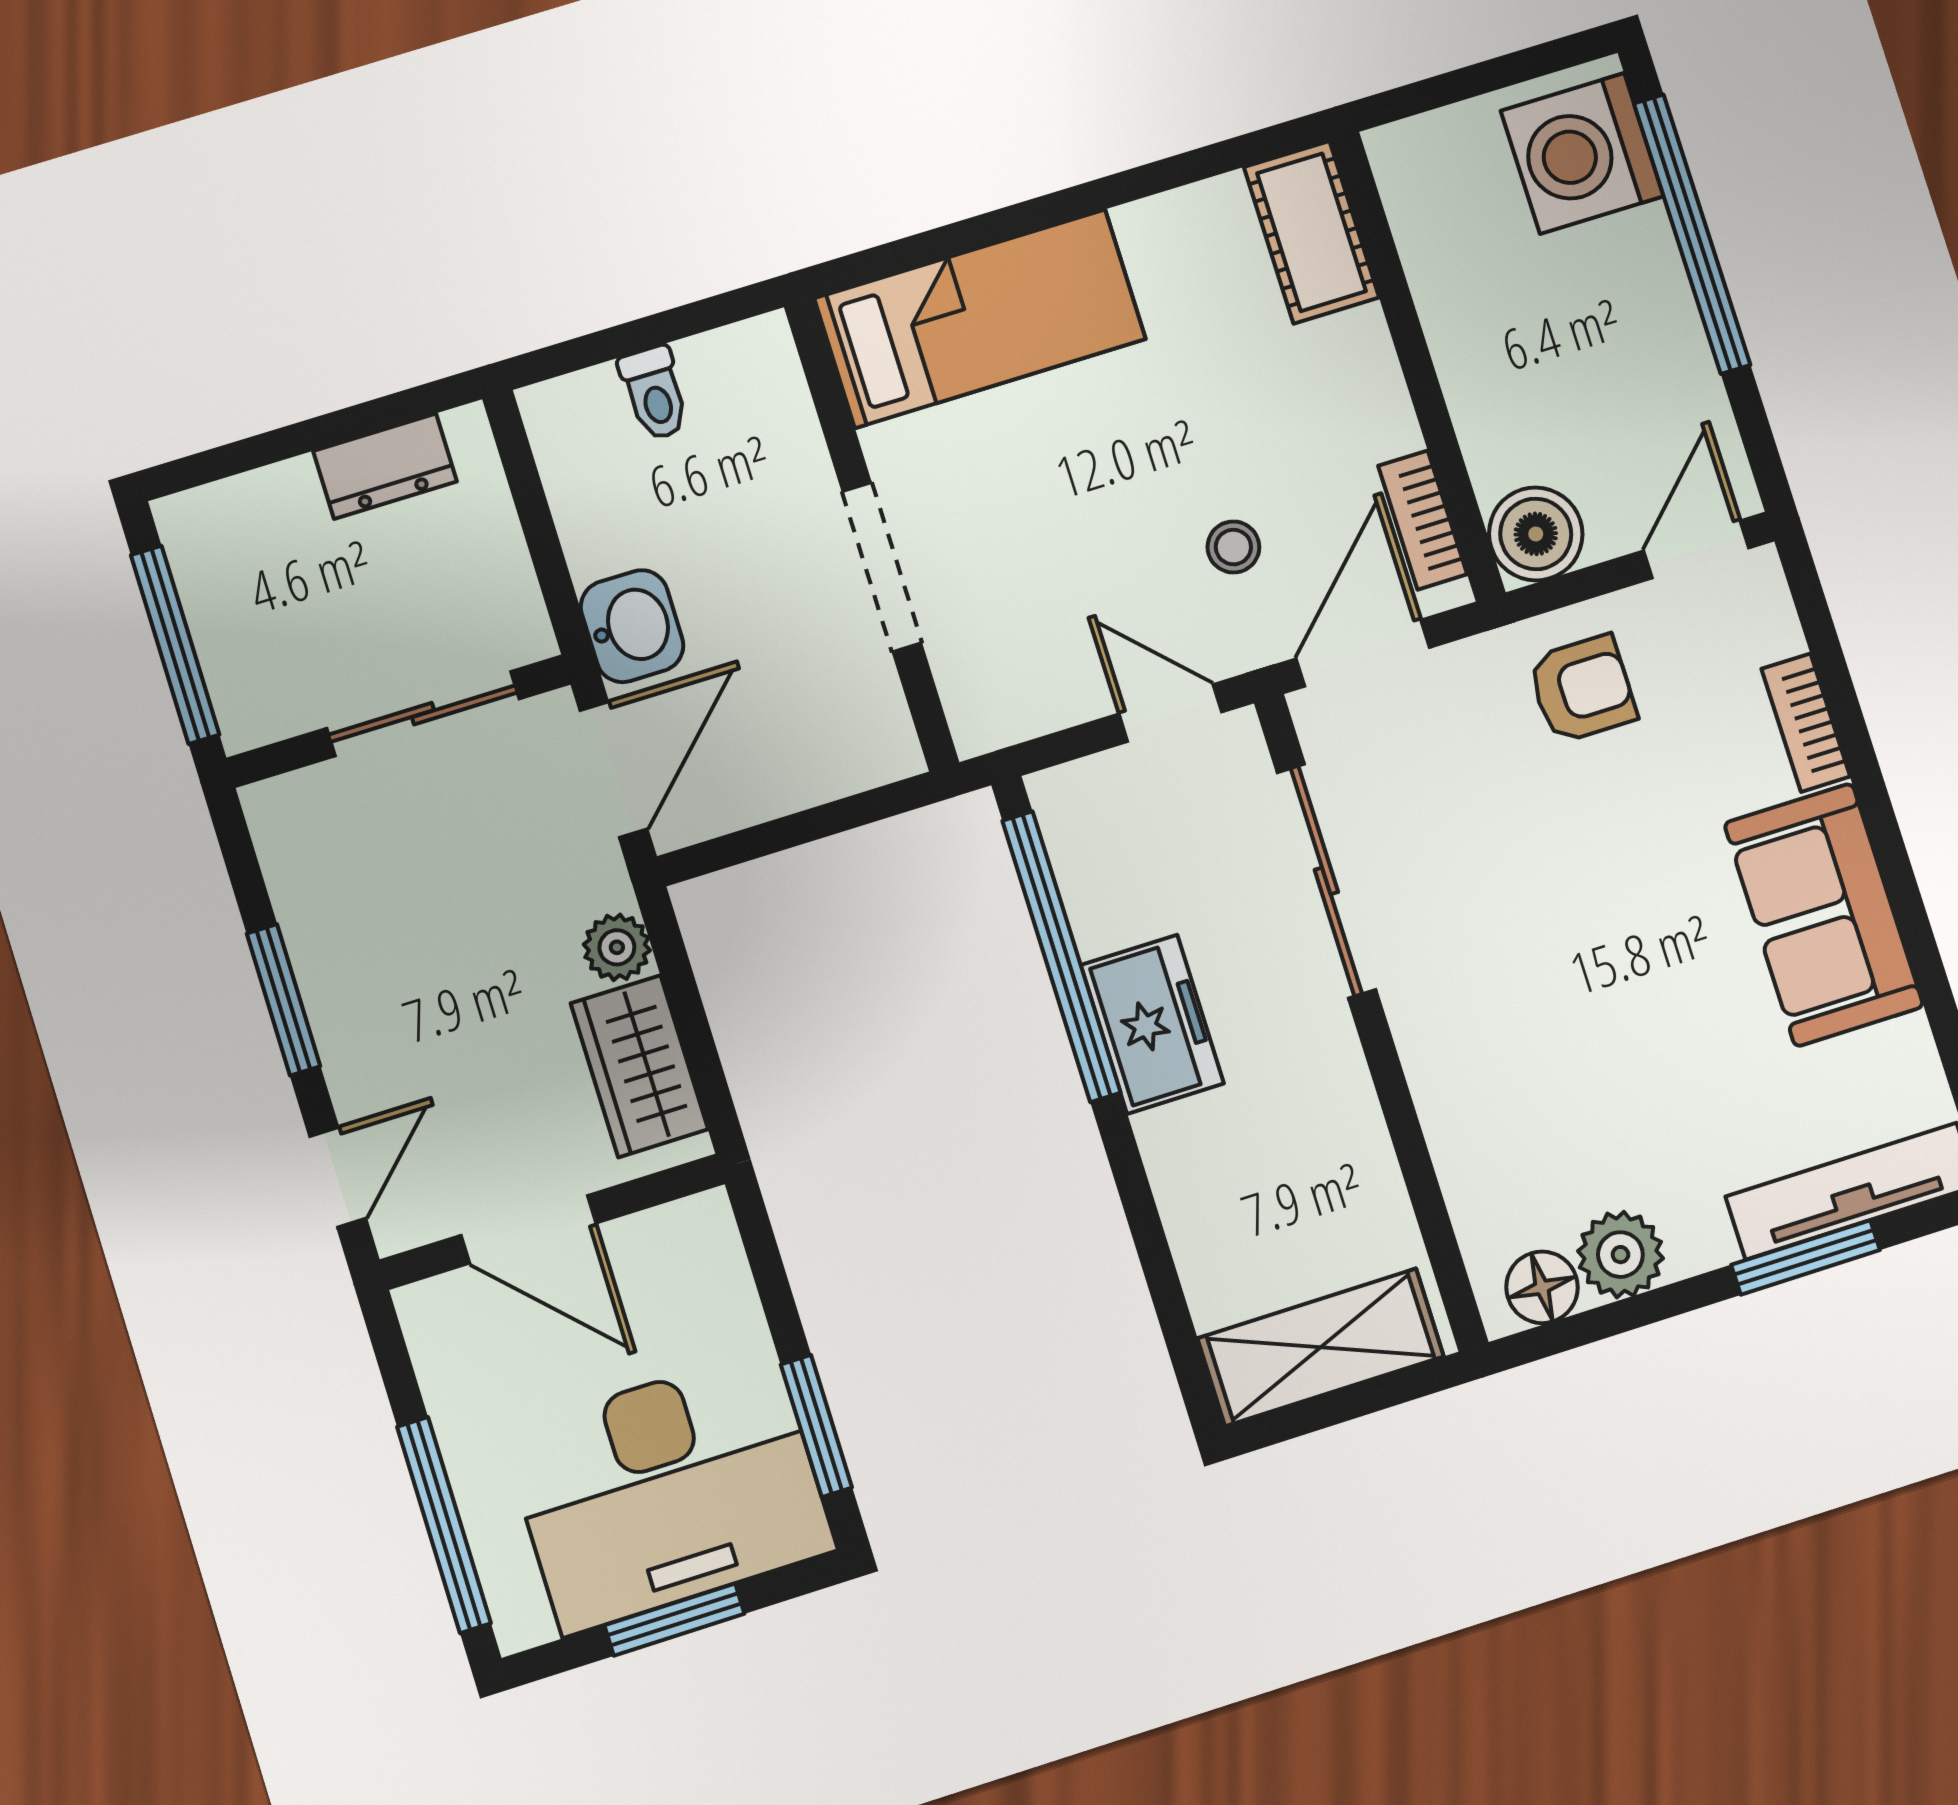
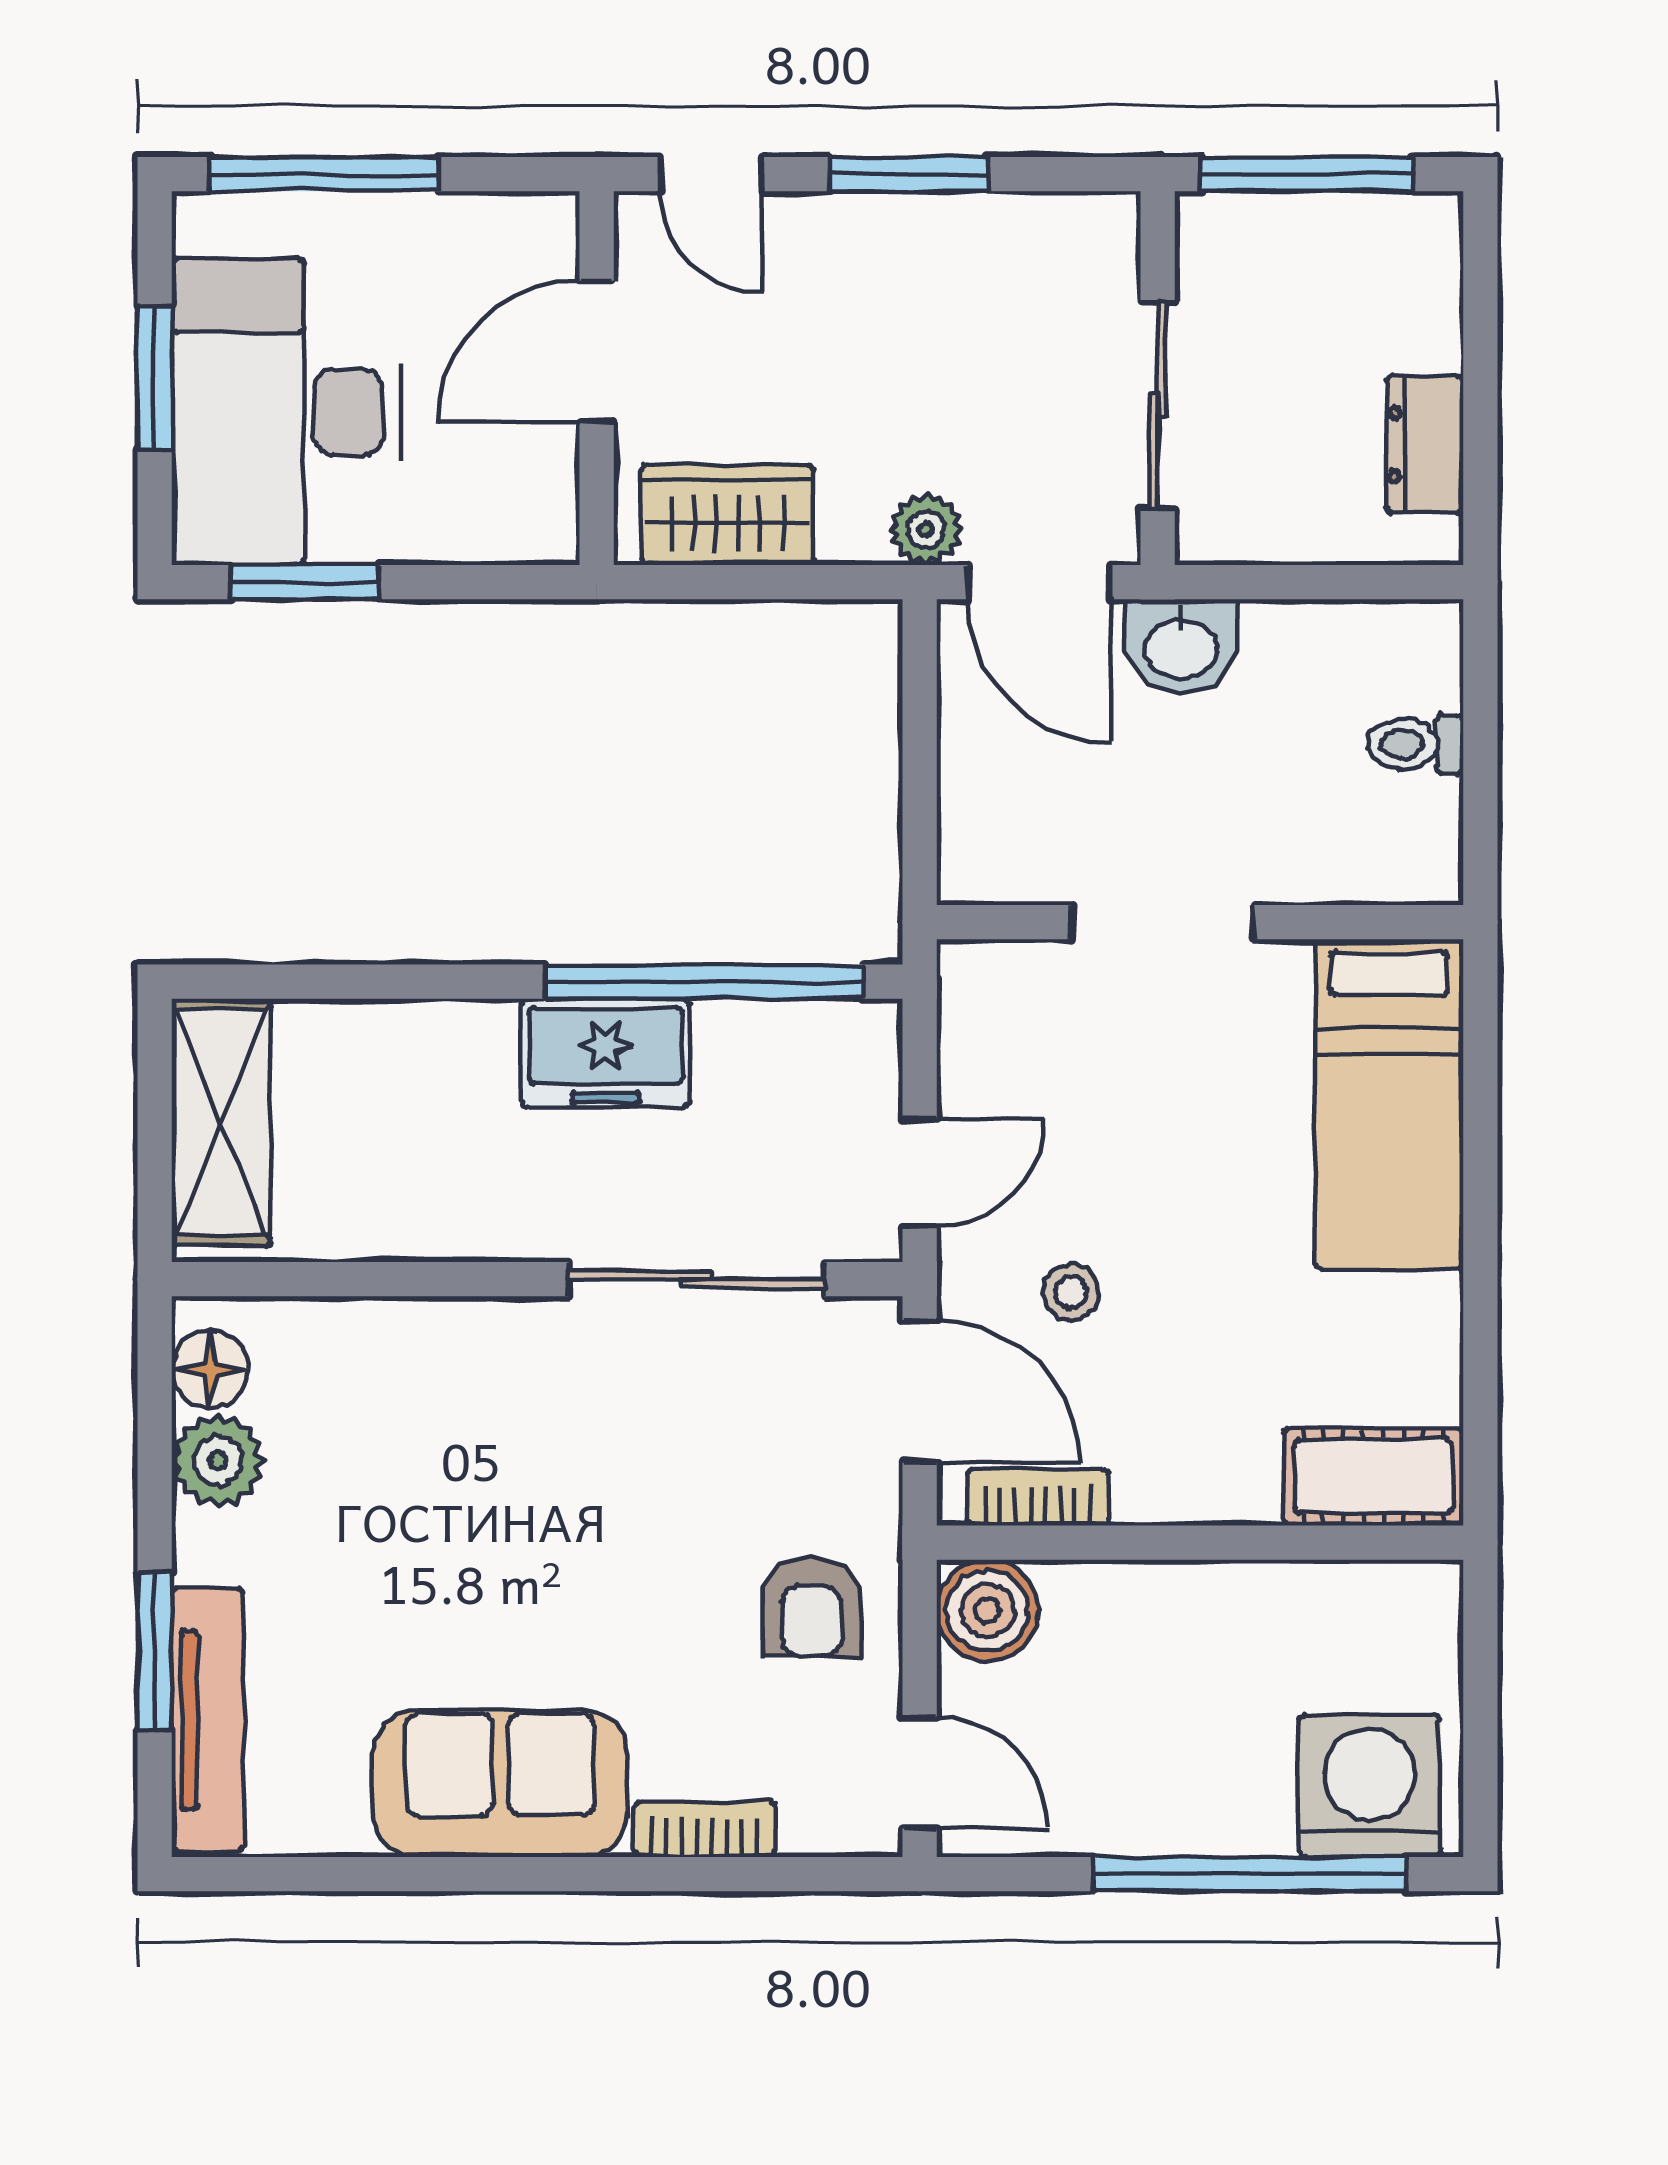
plant: (617, 947) -> (926, 530), moved

